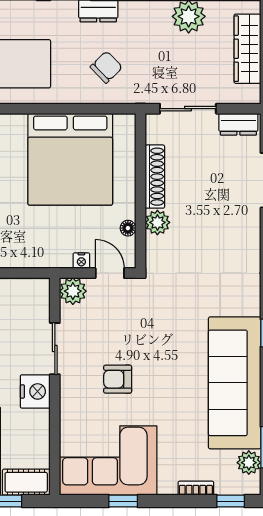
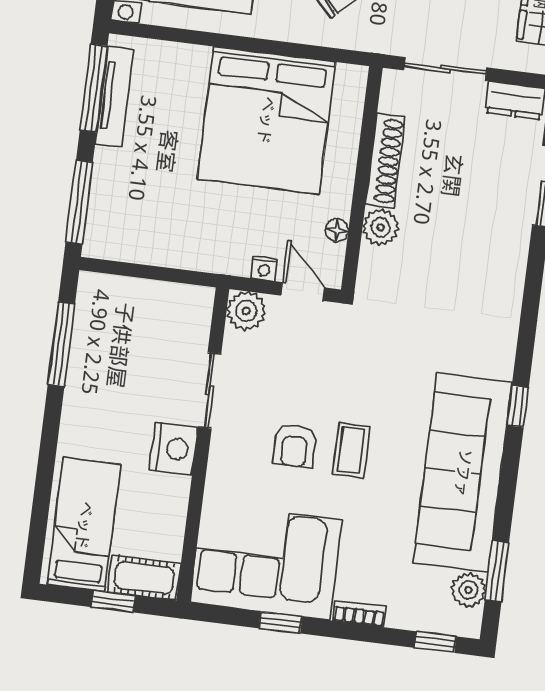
coffee table: (157, 377) -> (351, 450), added
armchair: (118, 379) -> (295, 446), turned -90
bookcase: (196, 488) -> (359, 614), moved

